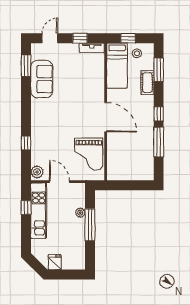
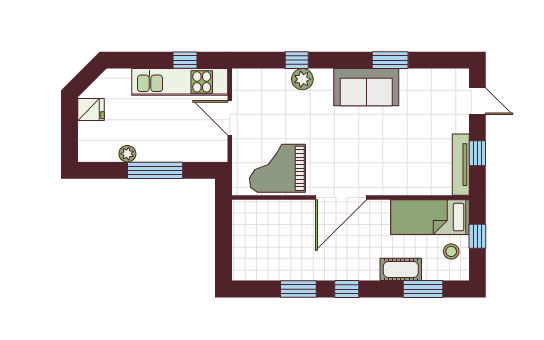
tv unit: (92, 48) -> (461, 165), width x1.41
window: (26, 66) -> (390, 60), moved
sofa: (42, 79) -> (366, 87), moved
window: (159, 142) -> (298, 289), width x0.69
plant: (37, 172) -> (302, 79), moved
door: (59, 182) -> (230, 118), swing flipped
plant: (80, 213) -> (127, 154), moved

